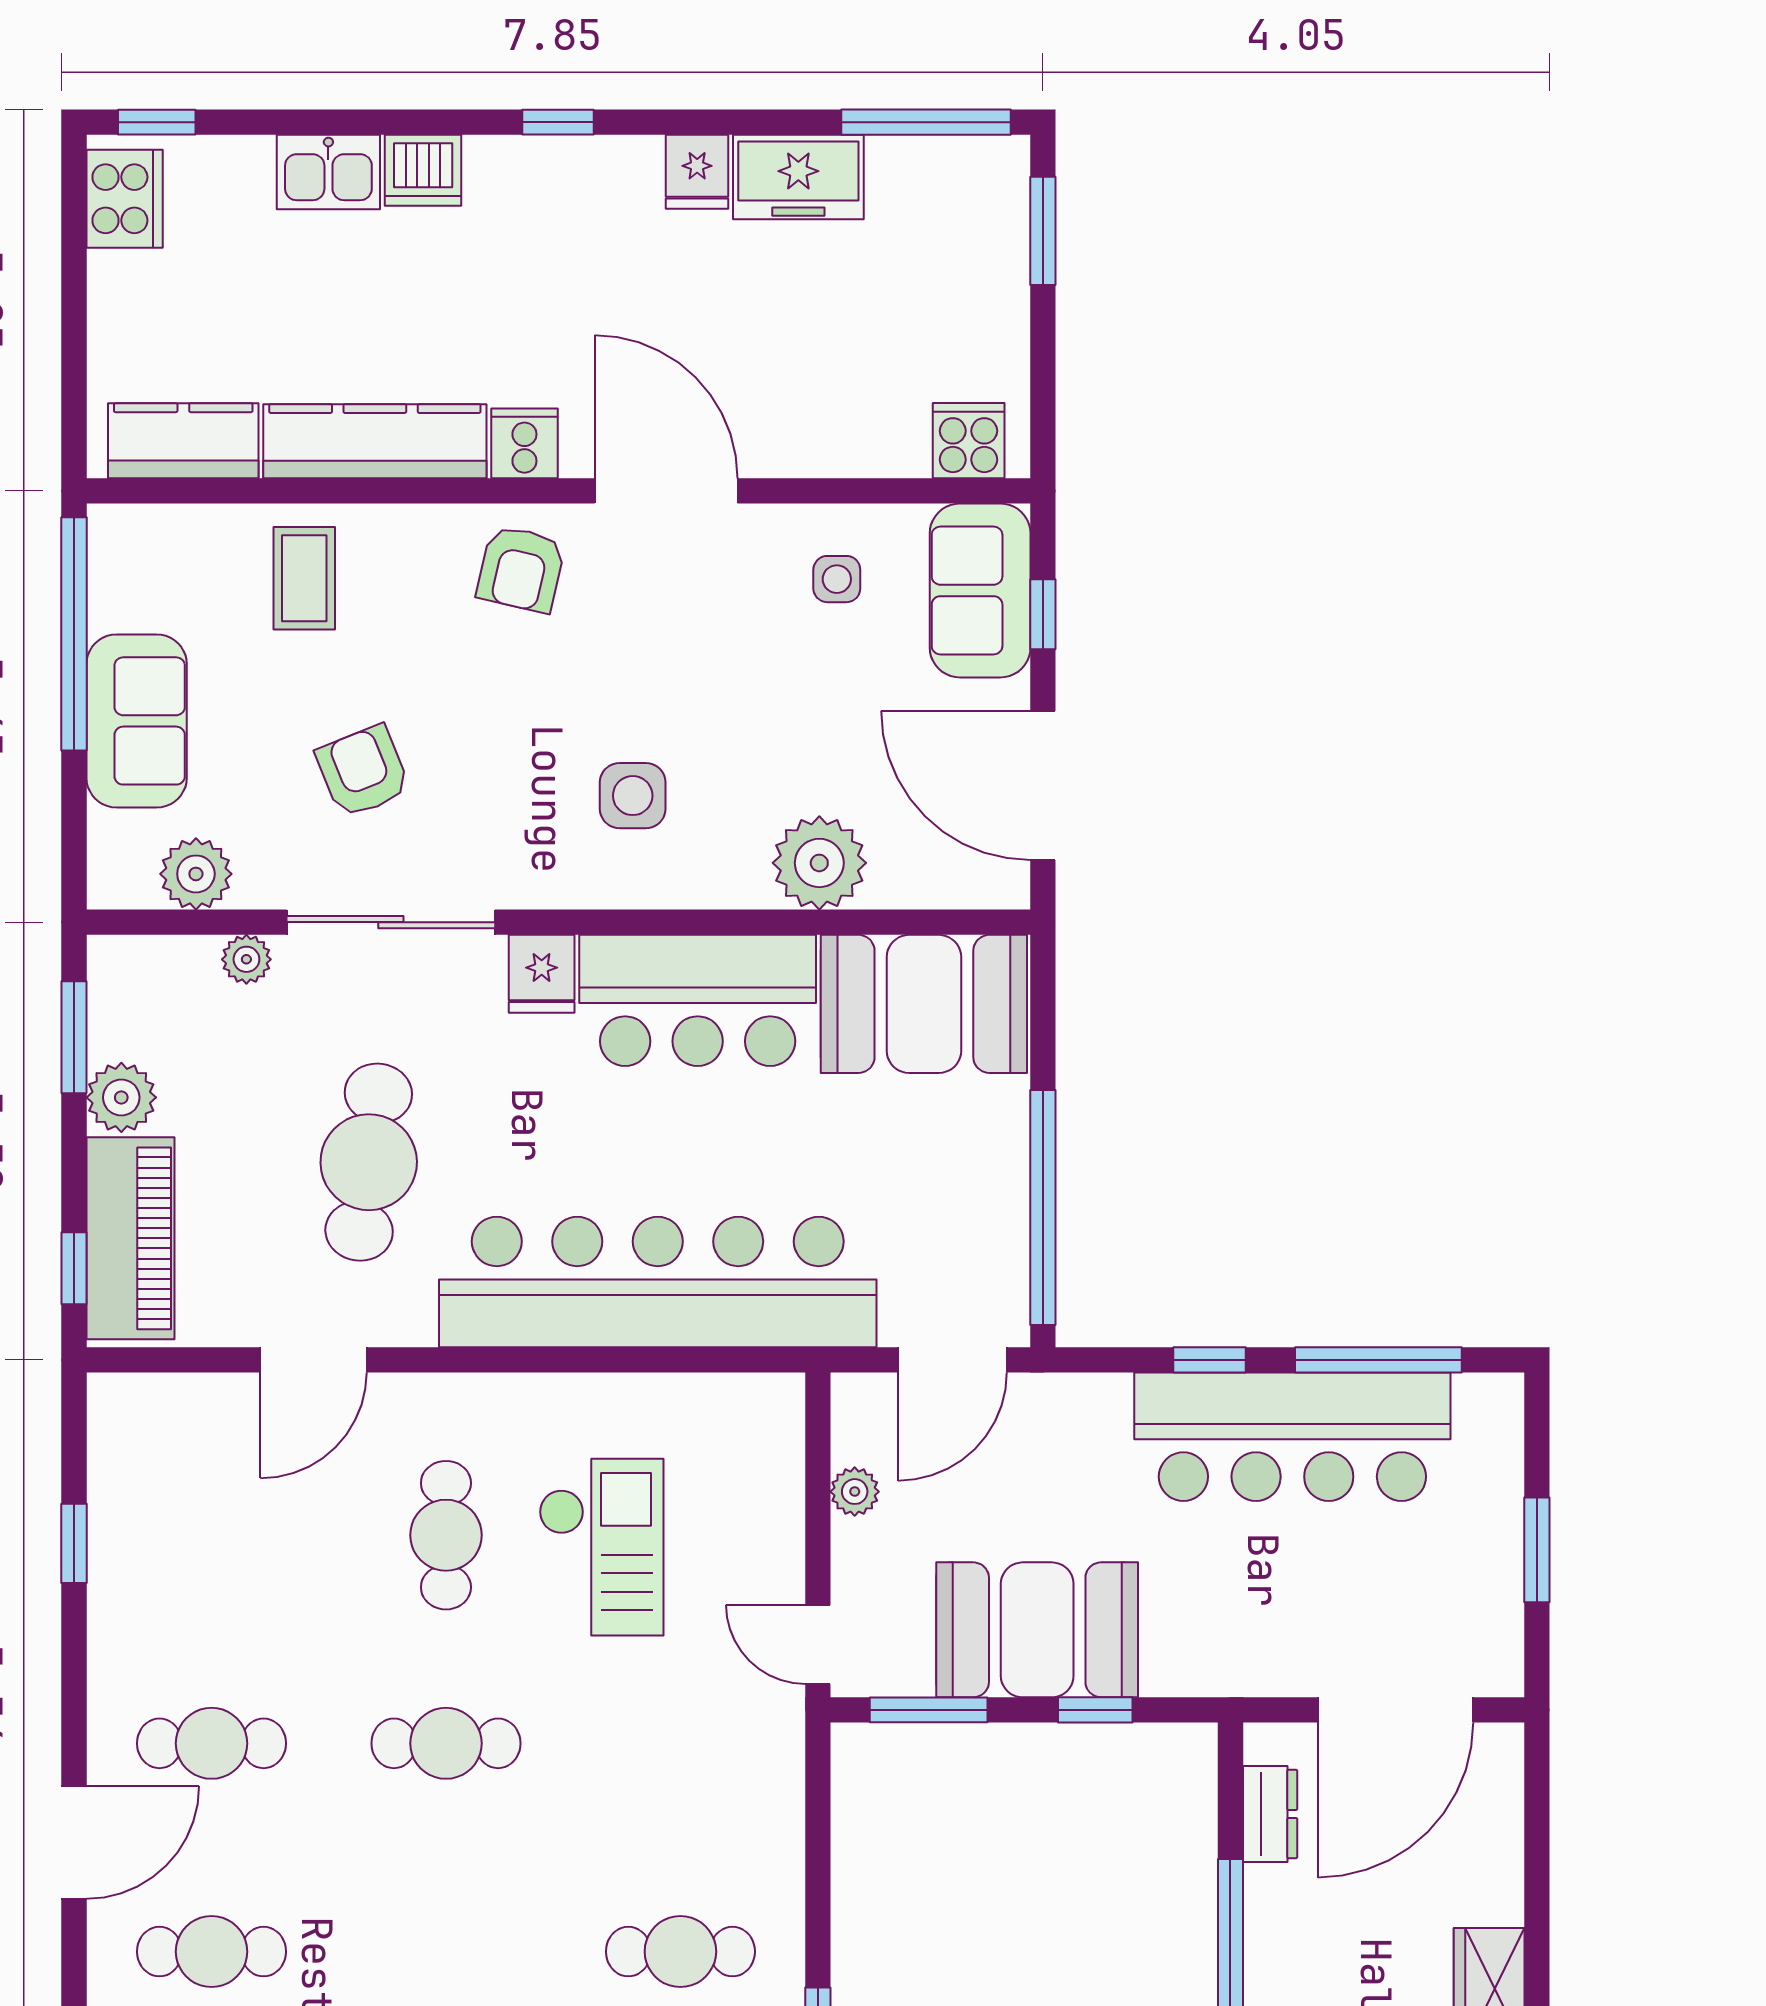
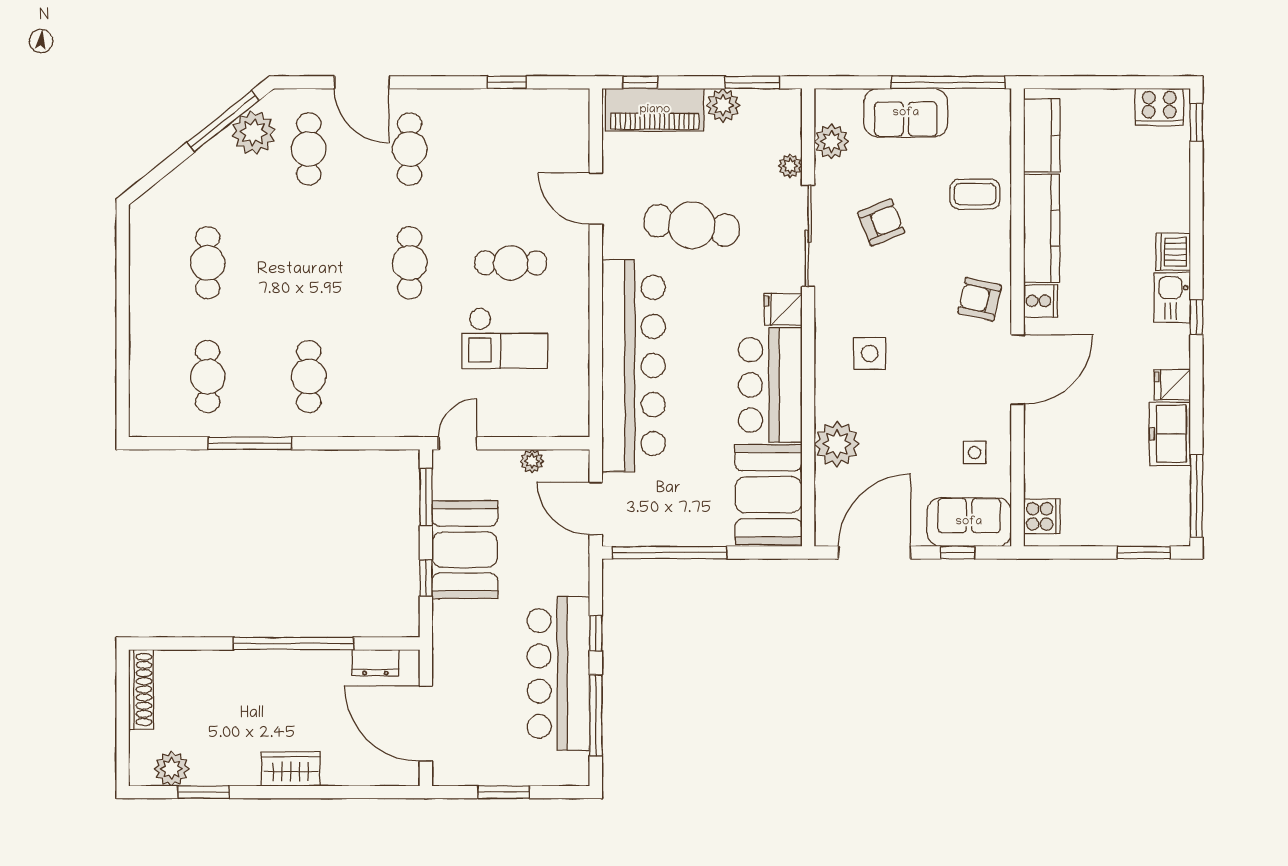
kitchen sink: (328, 172) -> (1172, 298), moved

